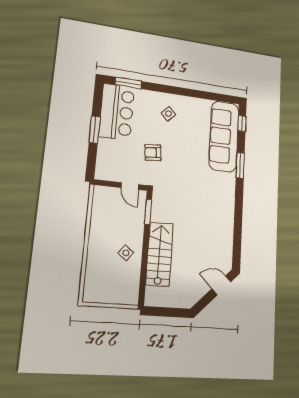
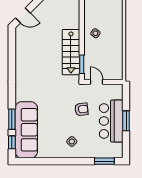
bar counter: (117, 112) -> (111, 121), moved
window: (240, 165) -> (12, 119), moved
stairs: (159, 254) -> (71, 52), moved

